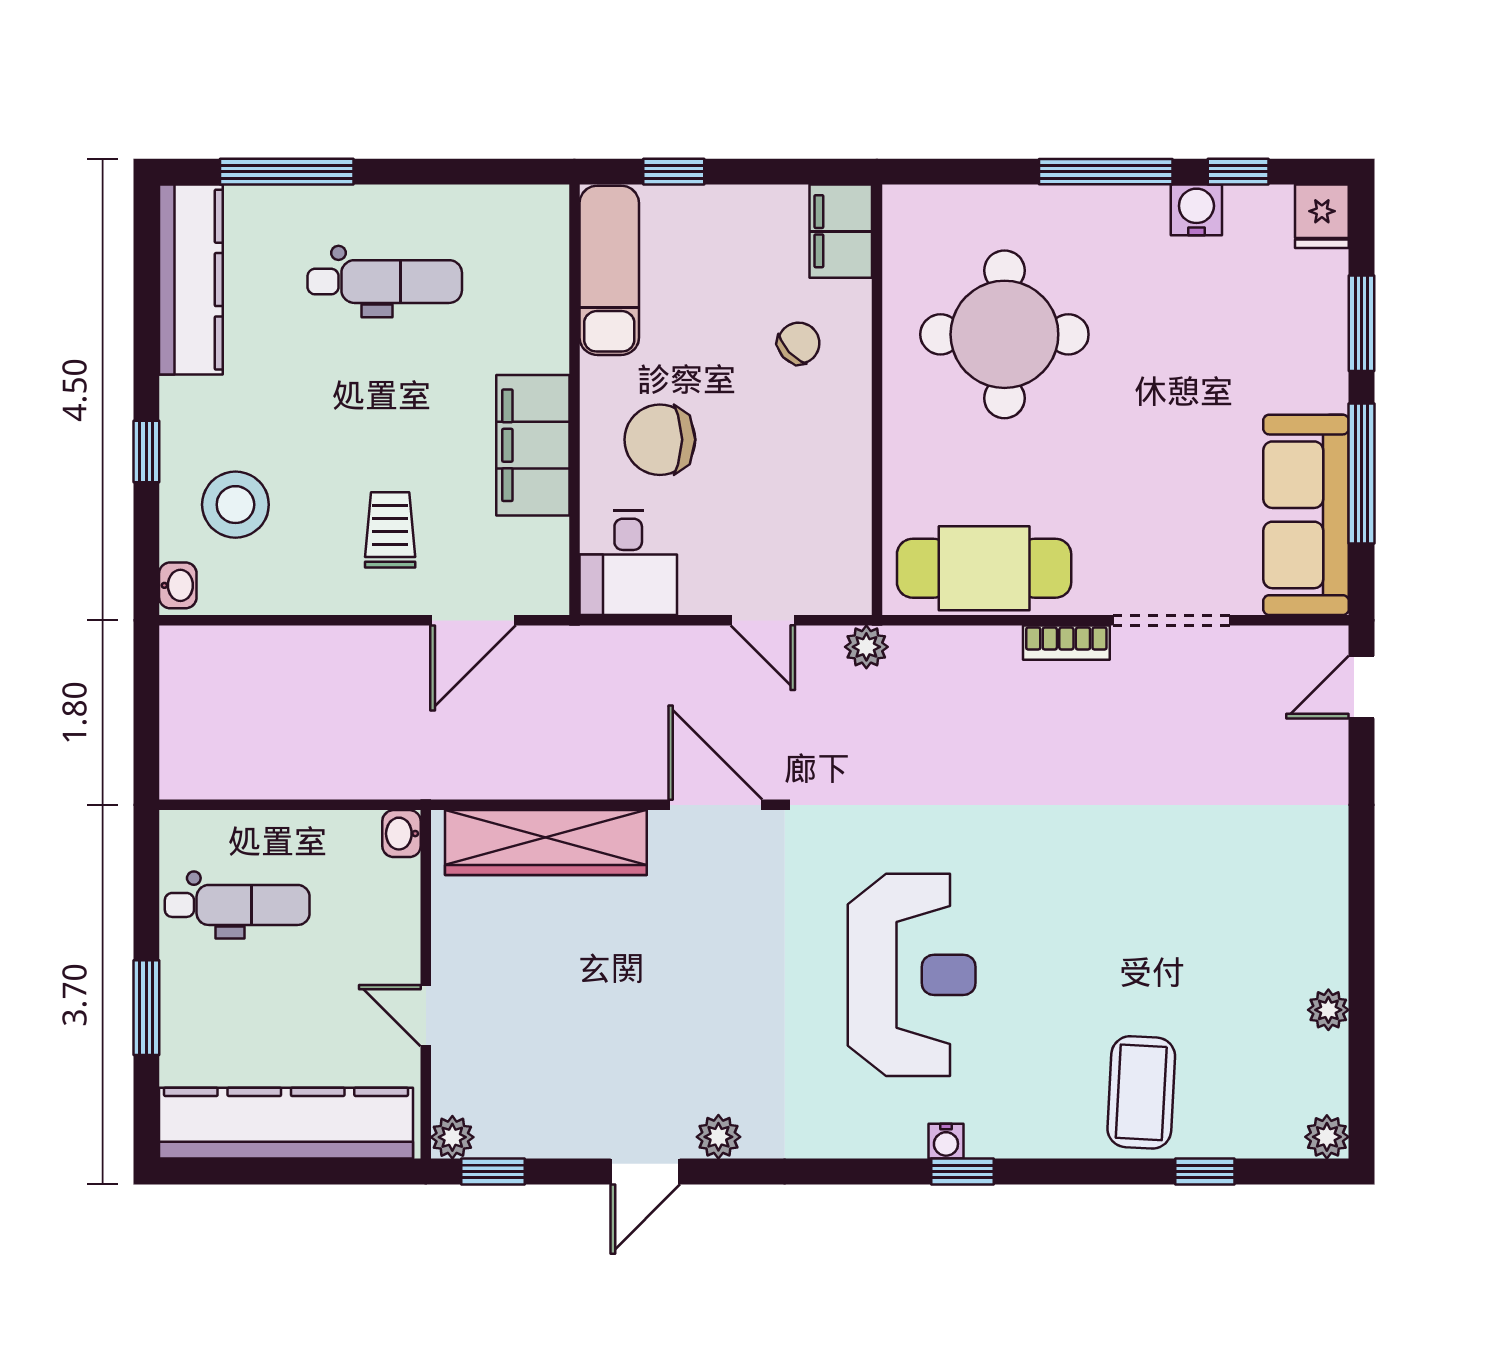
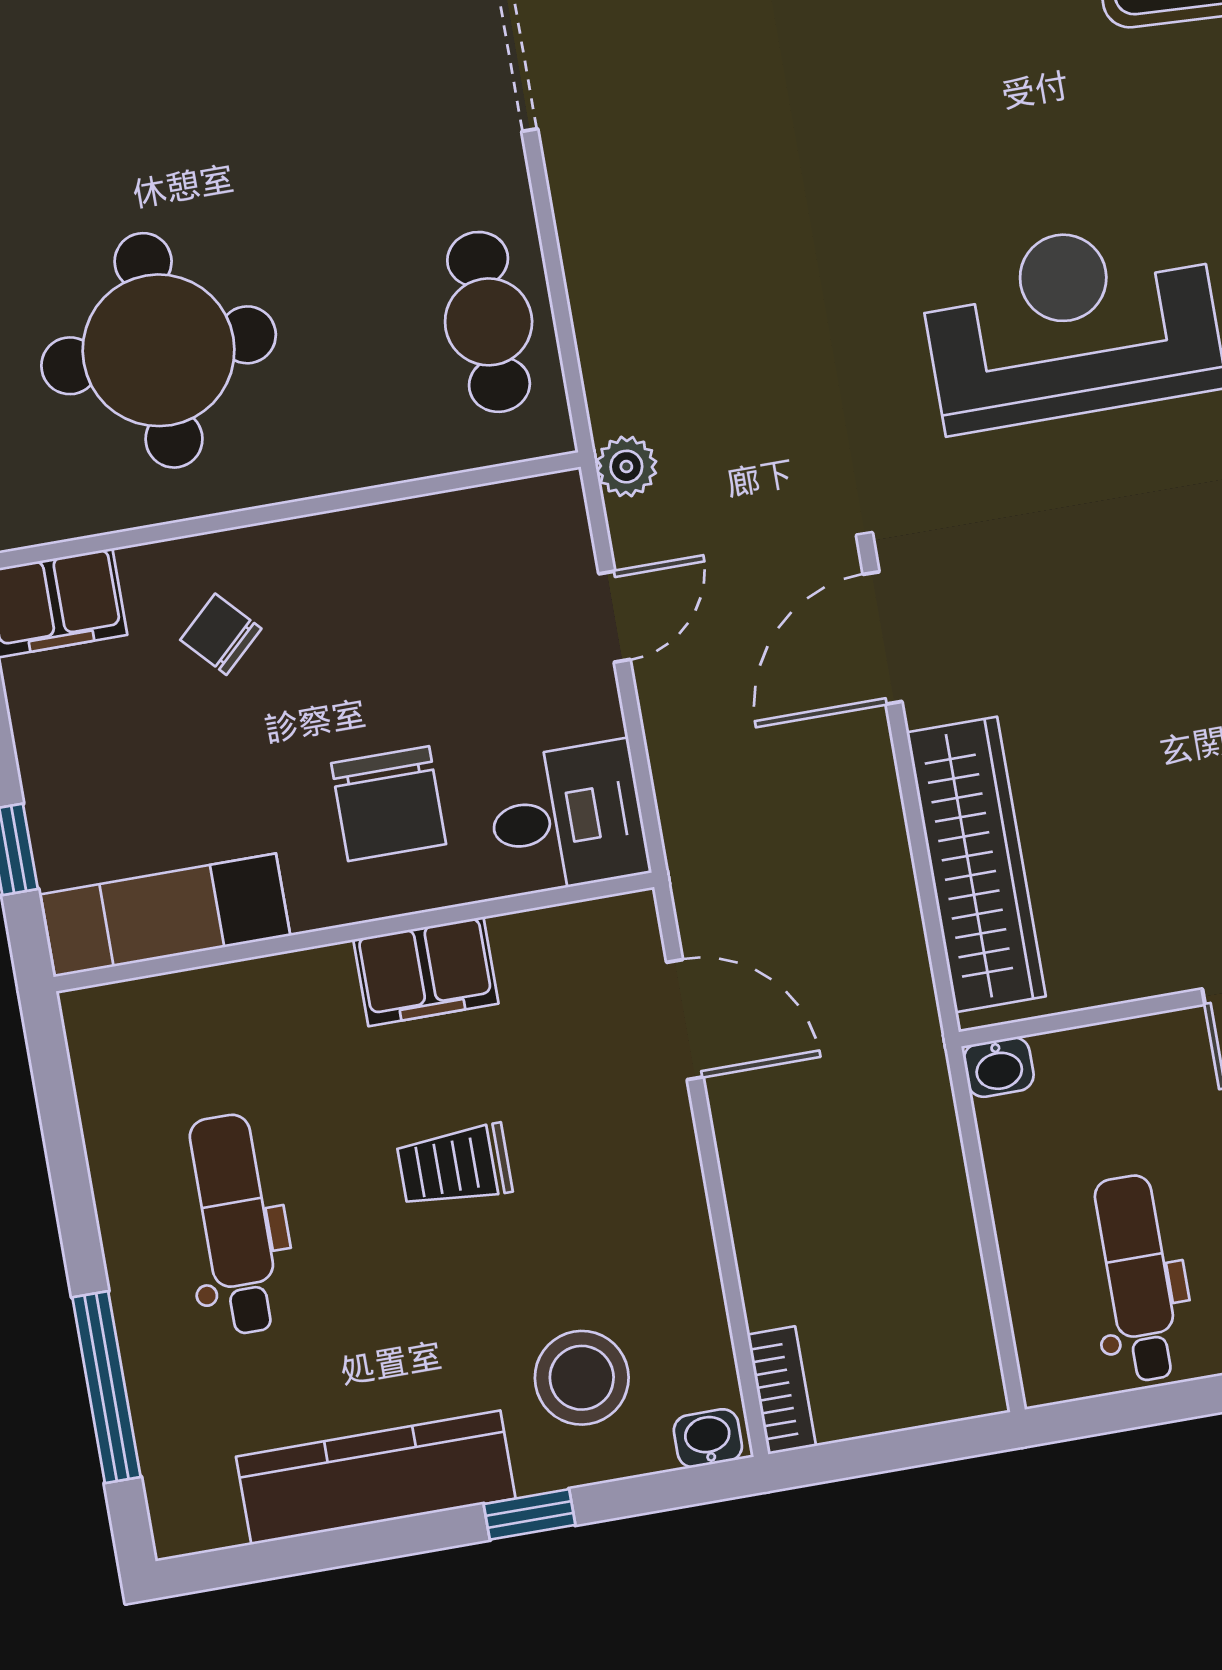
kitchen counter: (191, 280) -> (376, 1478), moved
filing cabinet: (533, 445) -> (426, 972), width x0.67, depth x0.86
trolley: (390, 530) -> (454, 1166), moved
cafe table: (984, 568) -> (489, 322), width x0.73, depth x0.74
bookcase: (1066, 643) -> (782, 1390), moved

